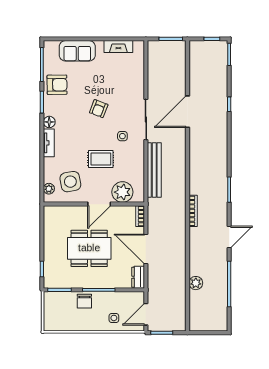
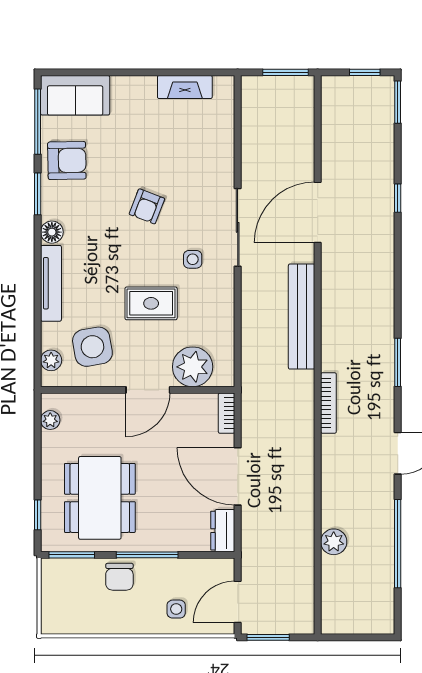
sofa: (77, 51) -> (75, 95), moved
tv unit: (49, 143) -> (51, 283), width x1.41
bench: (154, 170) -> (302, 317), moved
plant: (48, 220) -> (50, 420), added
dining table: (89, 248) -> (100, 498), moved, turned 90

